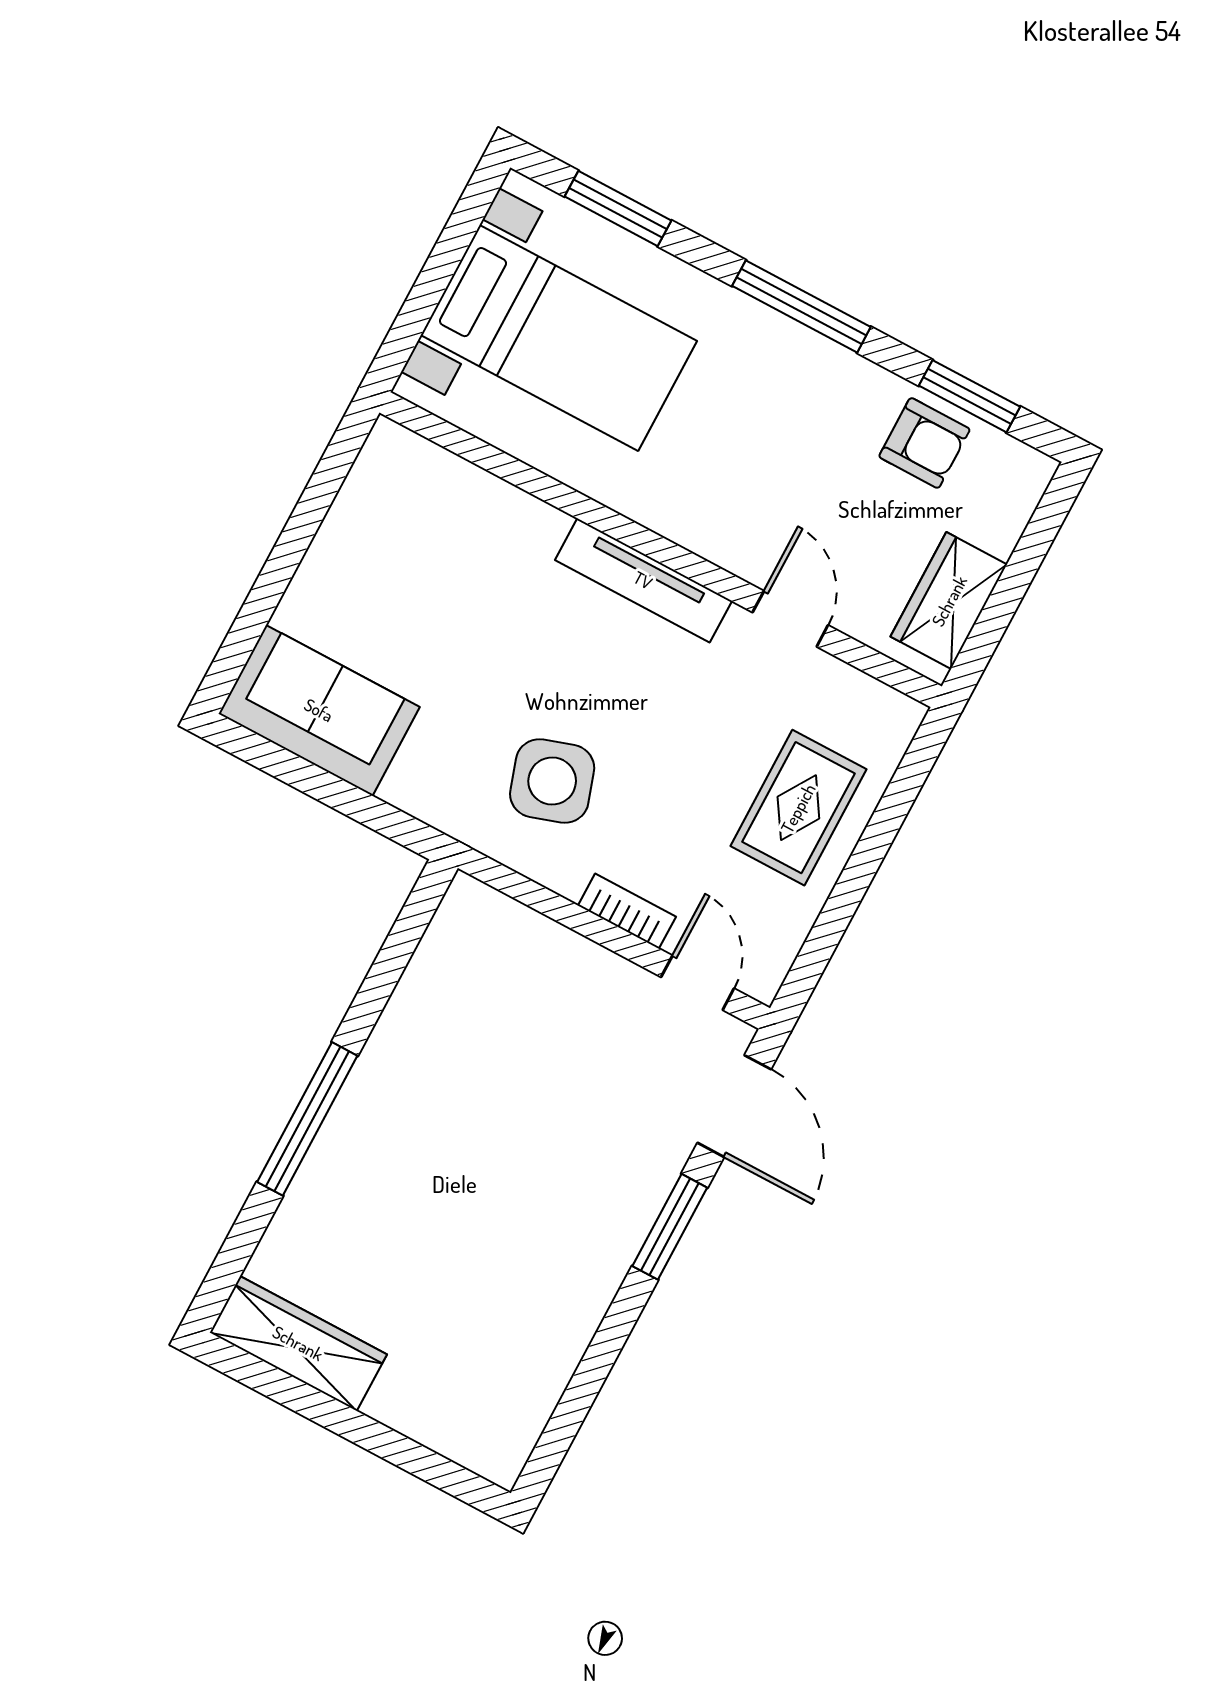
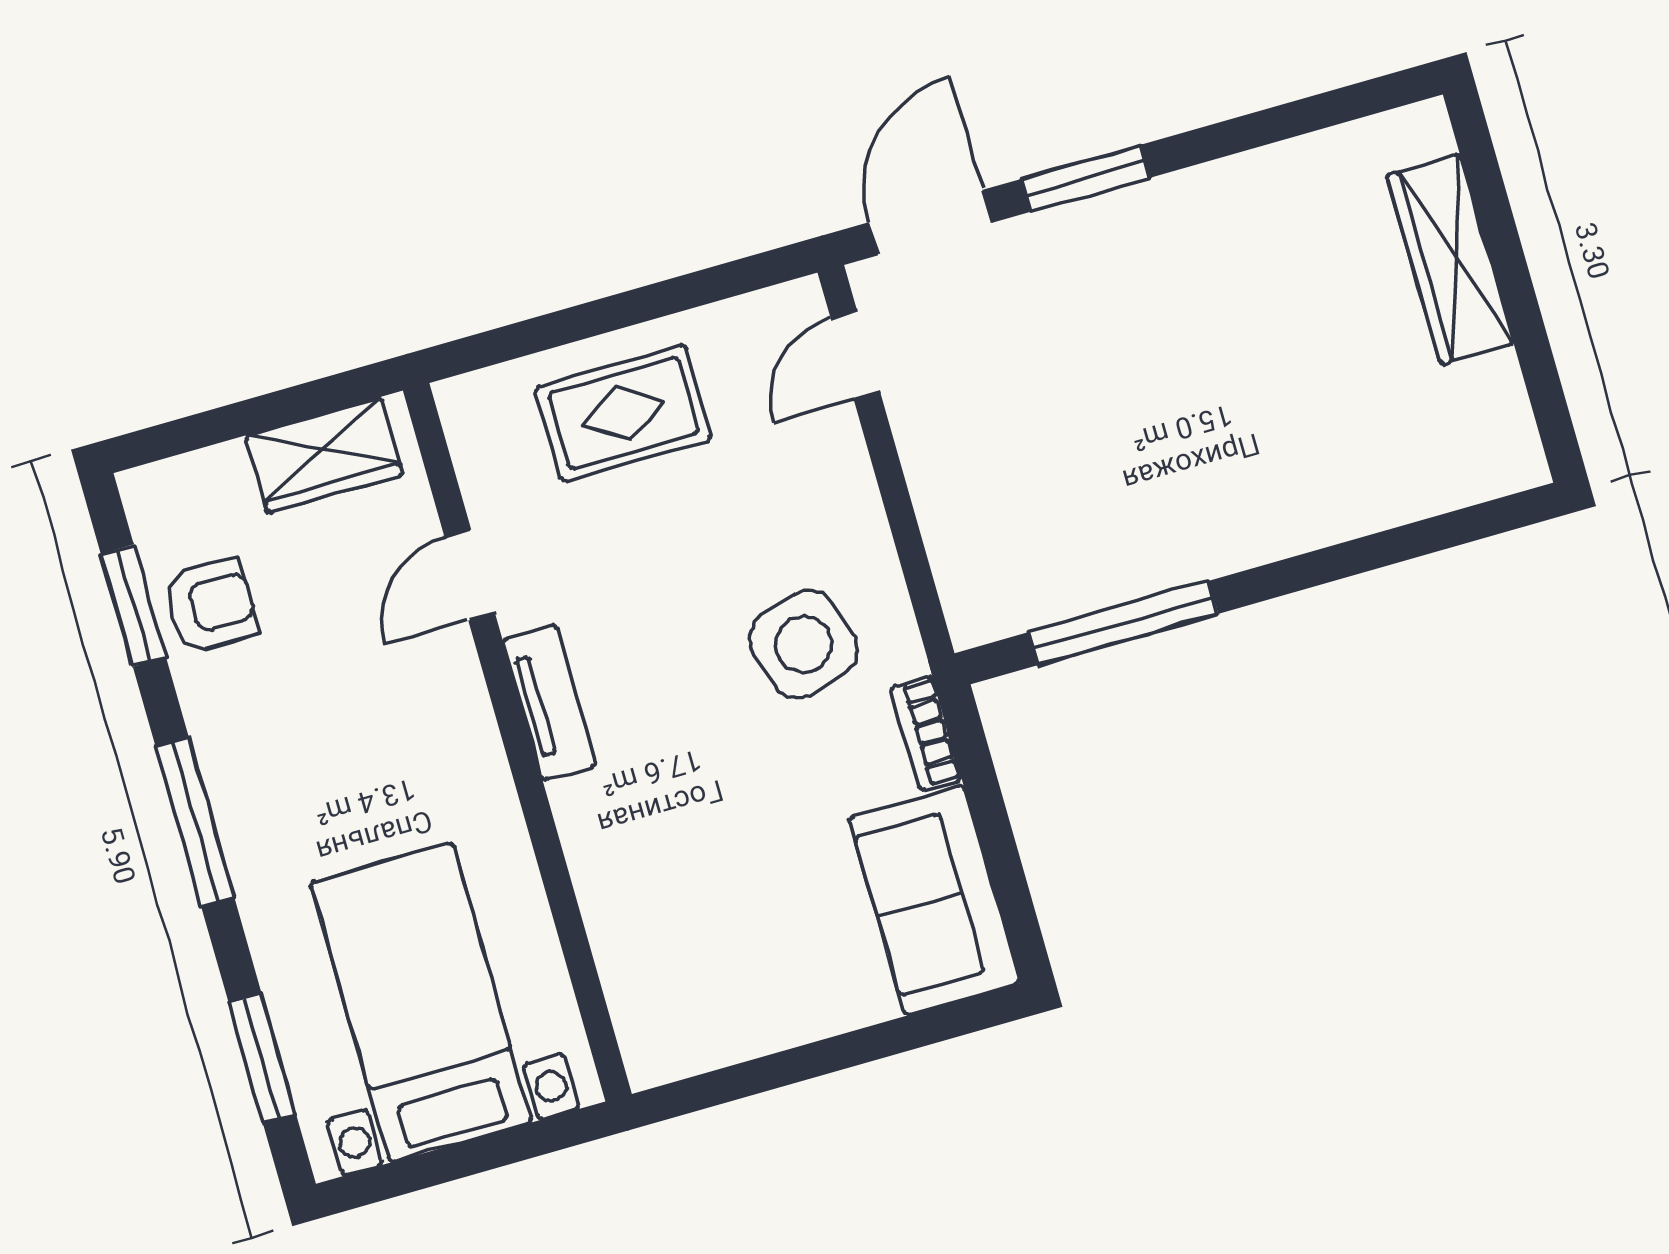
armchair: (924, 443) -> (210, 605), turned 90
tv unit: (643, 580) -> (549, 702), width x0.71
bookcase: (627, 911) -> (926, 733), moved
window: (307, 1119) -> (1123, 623), moved
wardrobe: (298, 1343) -> (1450, 259), moved

